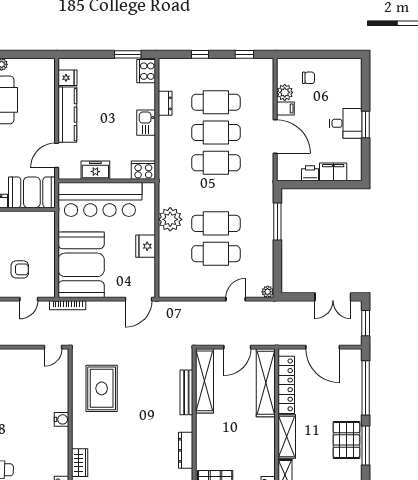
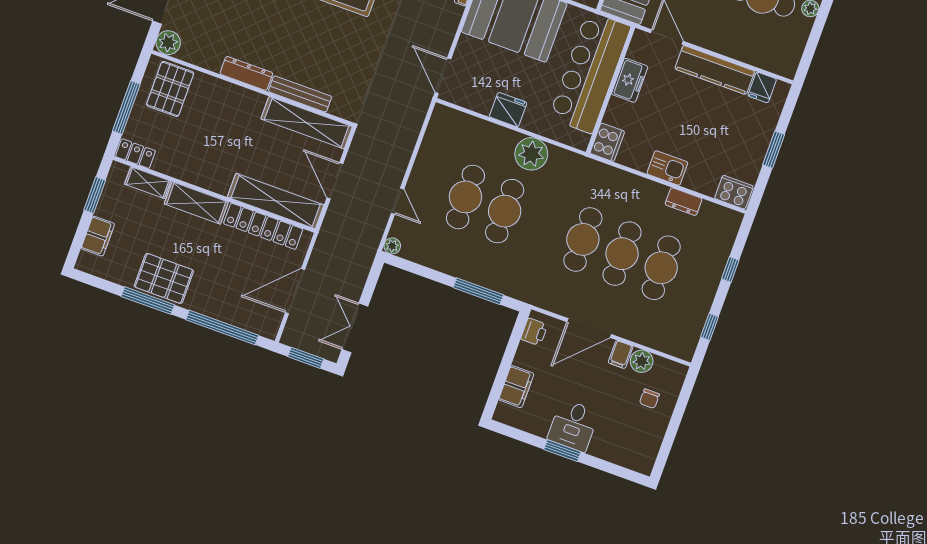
window: (128, 54) -> (774, 150), moved
printer: (310, 173) -> (534, 332), moved
dresser: (186, 450) -> (246, 73), moved

